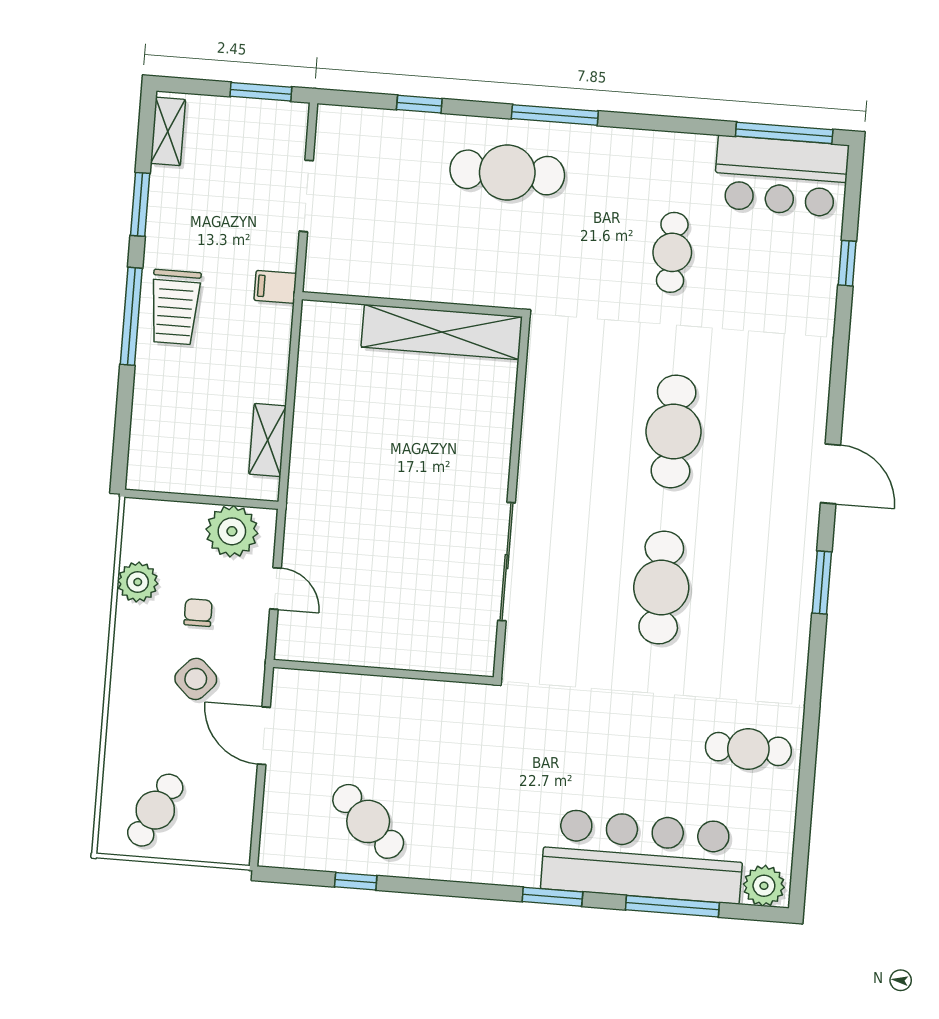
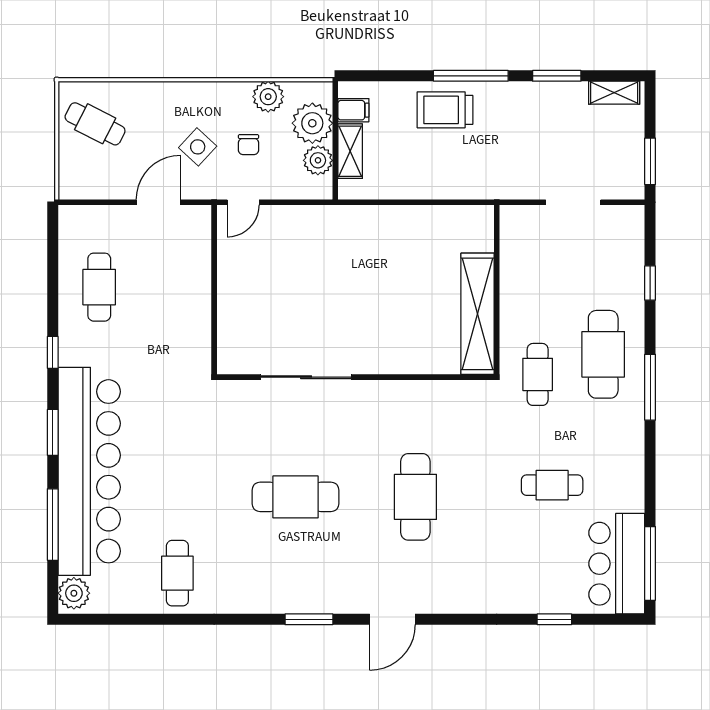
cafe table: (527, 260) -> (538, 374), added
filing cabinet: (275, 287) -> (353, 110), moved, turned 90
trolley: (175, 307) -> (445, 110), moved
cafe table: (674, 431) -> (415, 497), turned 90
shelving: (268, 440) -> (350, 151), moved, turned 90
plant: (177, 527) -> (312, 123), added
plant: (232, 531) -> (318, 160), width x0.73, depth x0.73
door: (275, 589) -> (243, 202), moved
chair: (198, 613) -> (249, 145), turned 90
cafe table: (368, 821) -> (99, 287), turned -43
bar counter: (643, 856) -> (89, 471), width x1.36
window: (356, 881) -> (53, 352), moved

